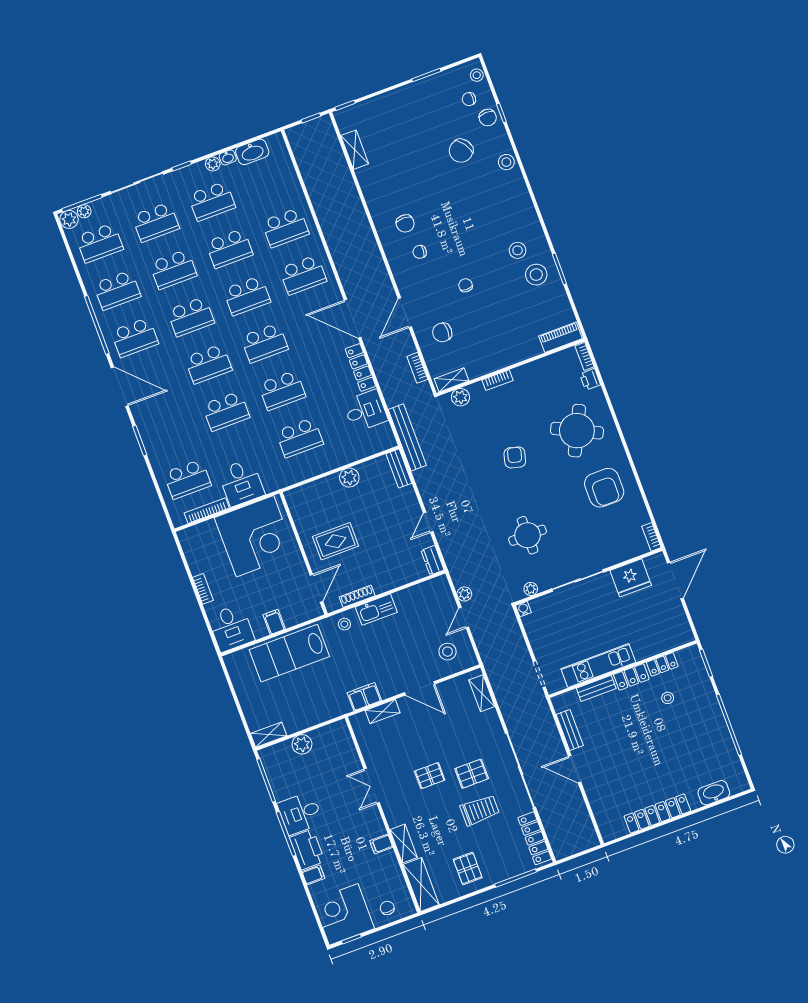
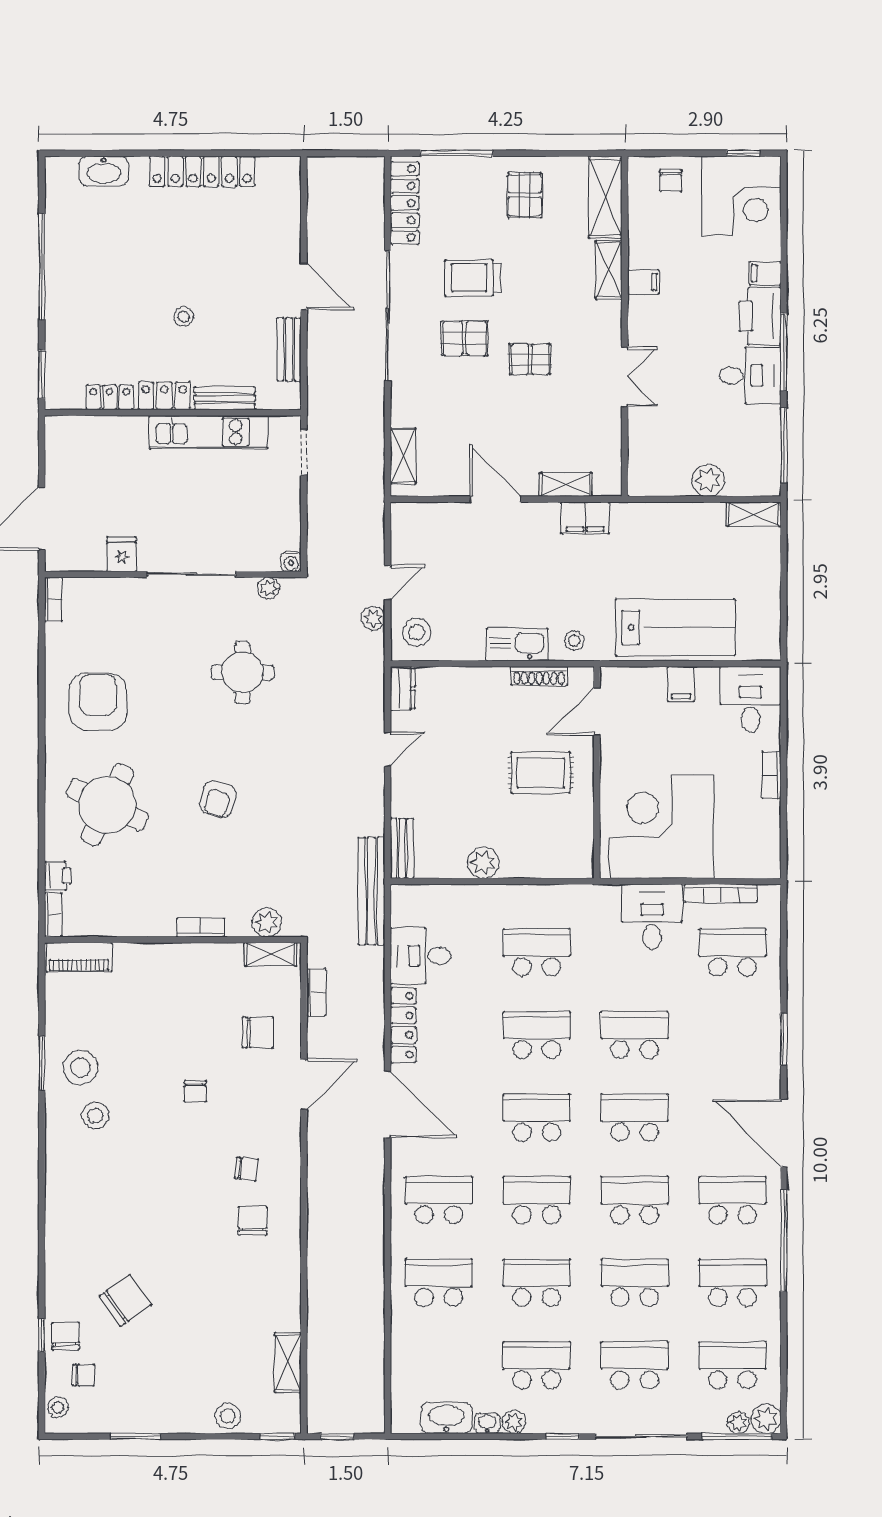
stool: (506, 162) -> (228, 1416), moved
fridge: (631, 578) -> (122, 554), width x0.53, depth x0.75
stool: (448, 652) -> (417, 632), moved
stool: (668, 698) -> (184, 317), moved

